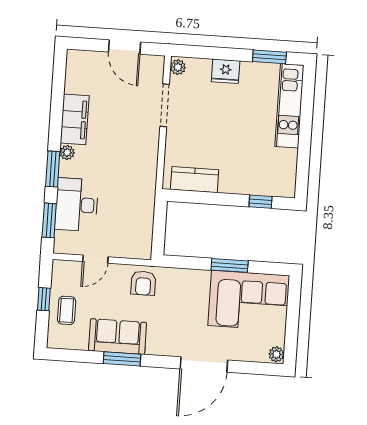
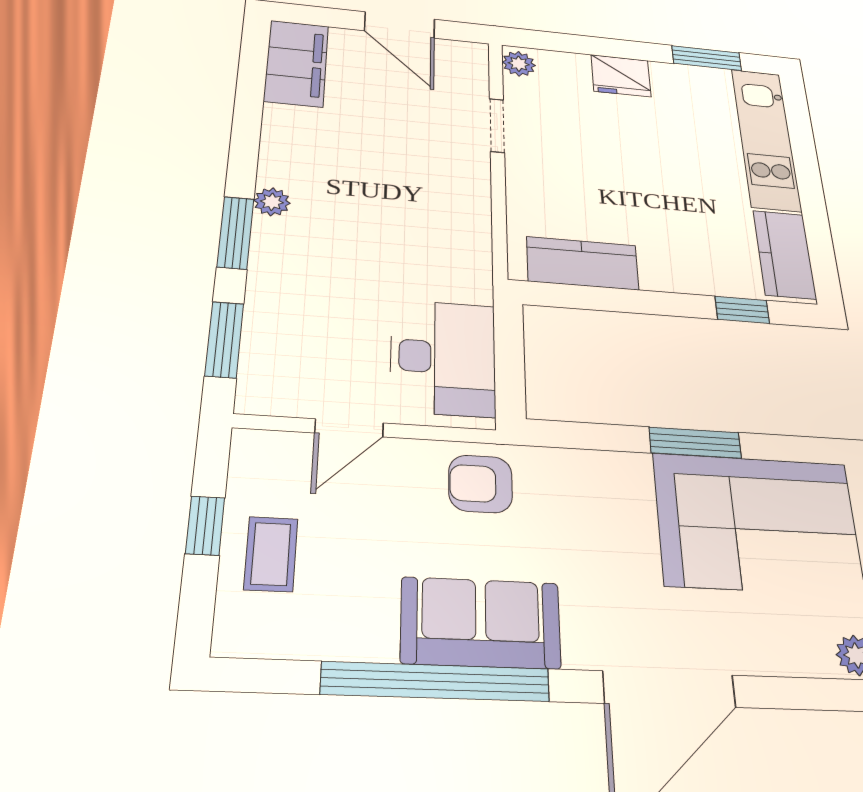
doorway: (165, 105) -> (497, 125), width x0.73
filing cabinet: (75, 119) -> (296, 63), moved
kitchen counter: (285, 172) -> (784, 254), added
desk: (77, 205) -> (443, 358), moved, turned 180
armchair: (143, 283) -> (480, 484), turned 90
sofa: (118, 337) -> (481, 623), moved
window: (122, 359) -> (436, 682), width x2.11

